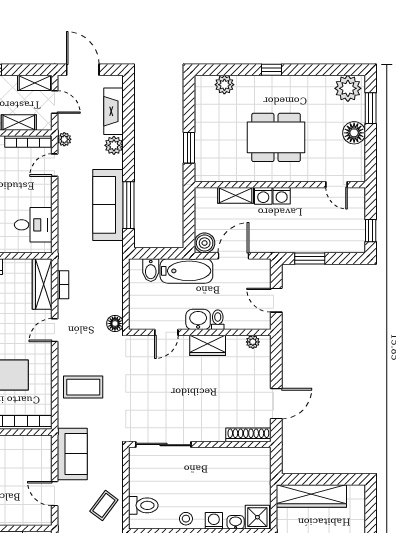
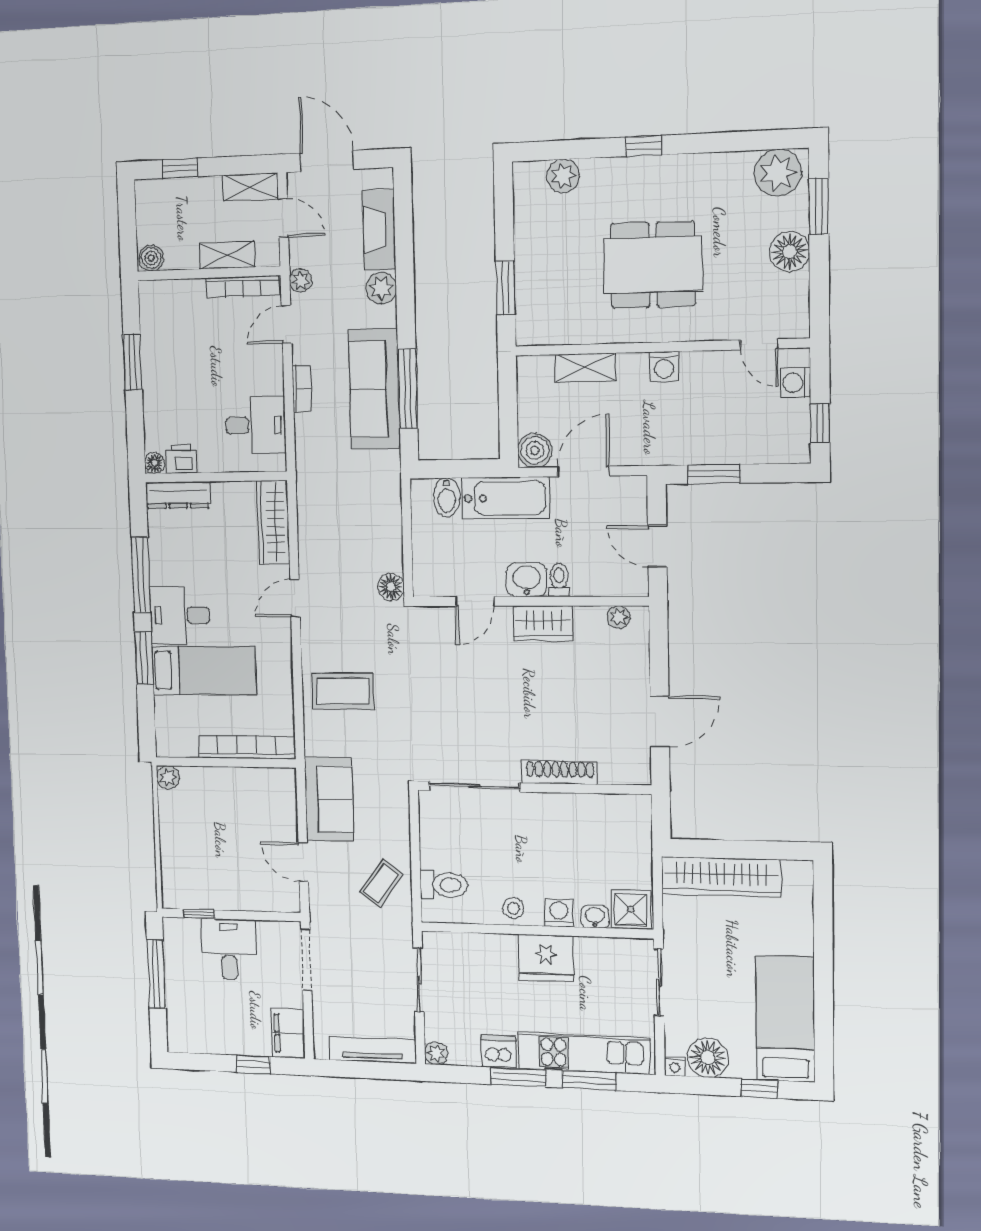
washing machine: (263, 196) -> (795, 383), moved, turned 90
bookcase: (63, 285) -> (302, 389), moved
shoe rack: (248, 435) -> (560, 772), moved

